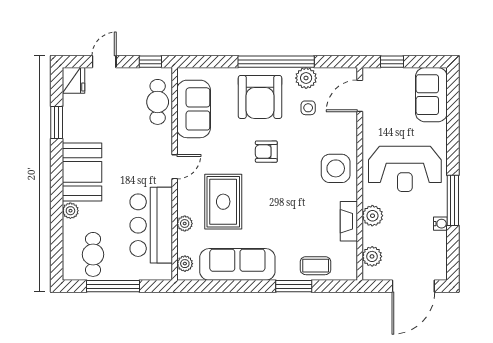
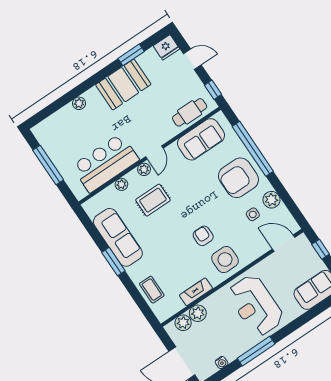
window: (276, 62) -> (253, 149), moved
armchair: (266, 152) -> (203, 236), moved
door: (175, 167) -> (154, 152), hinge flipped
booth: (82, 172) -> (123, 85), moved
rug: (223, 202) -> (153, 200), width x0.73, depth x0.70
plant: (372, 216) -> (198, 313), moved
water cooler: (440, 224) -> (222, 363), moved
cafe table: (93, 254) -> (60, 138), removed
plant: (185, 264) -> (144, 169), moved
window: (294, 286) -> (113, 262), moved

